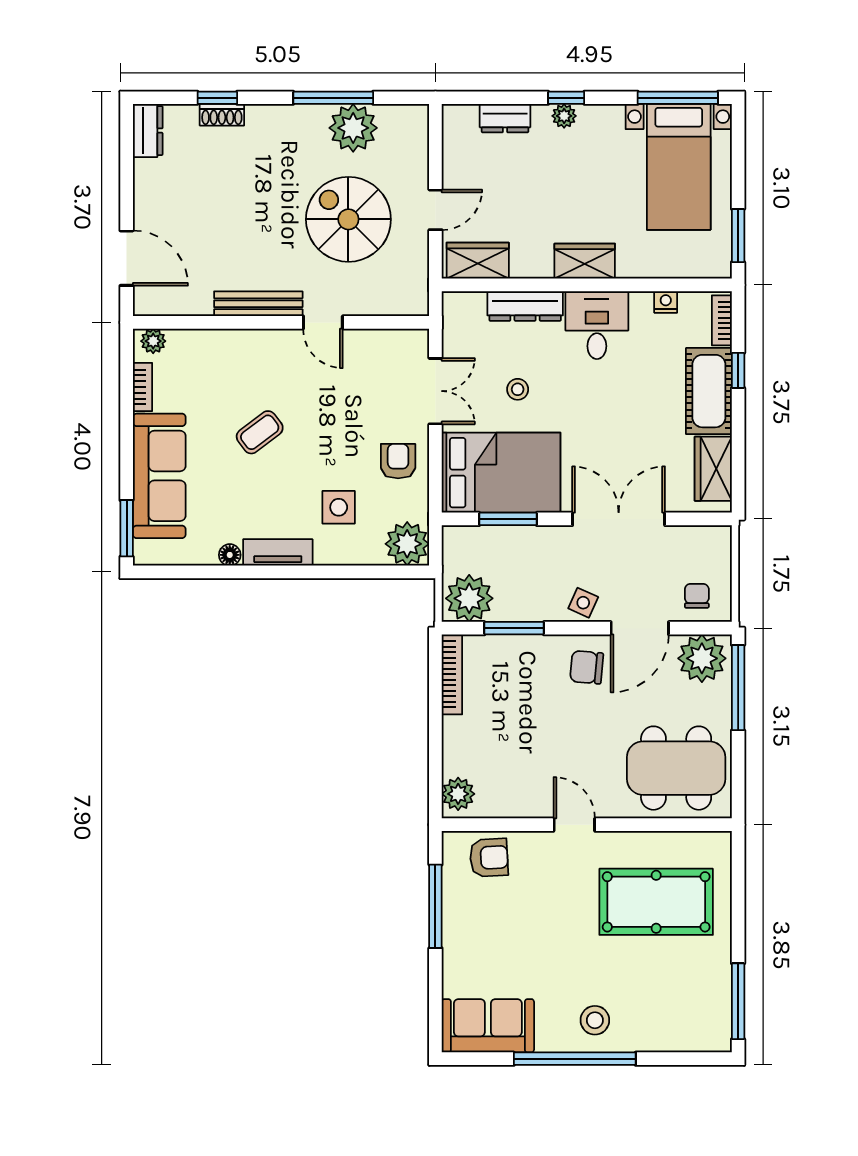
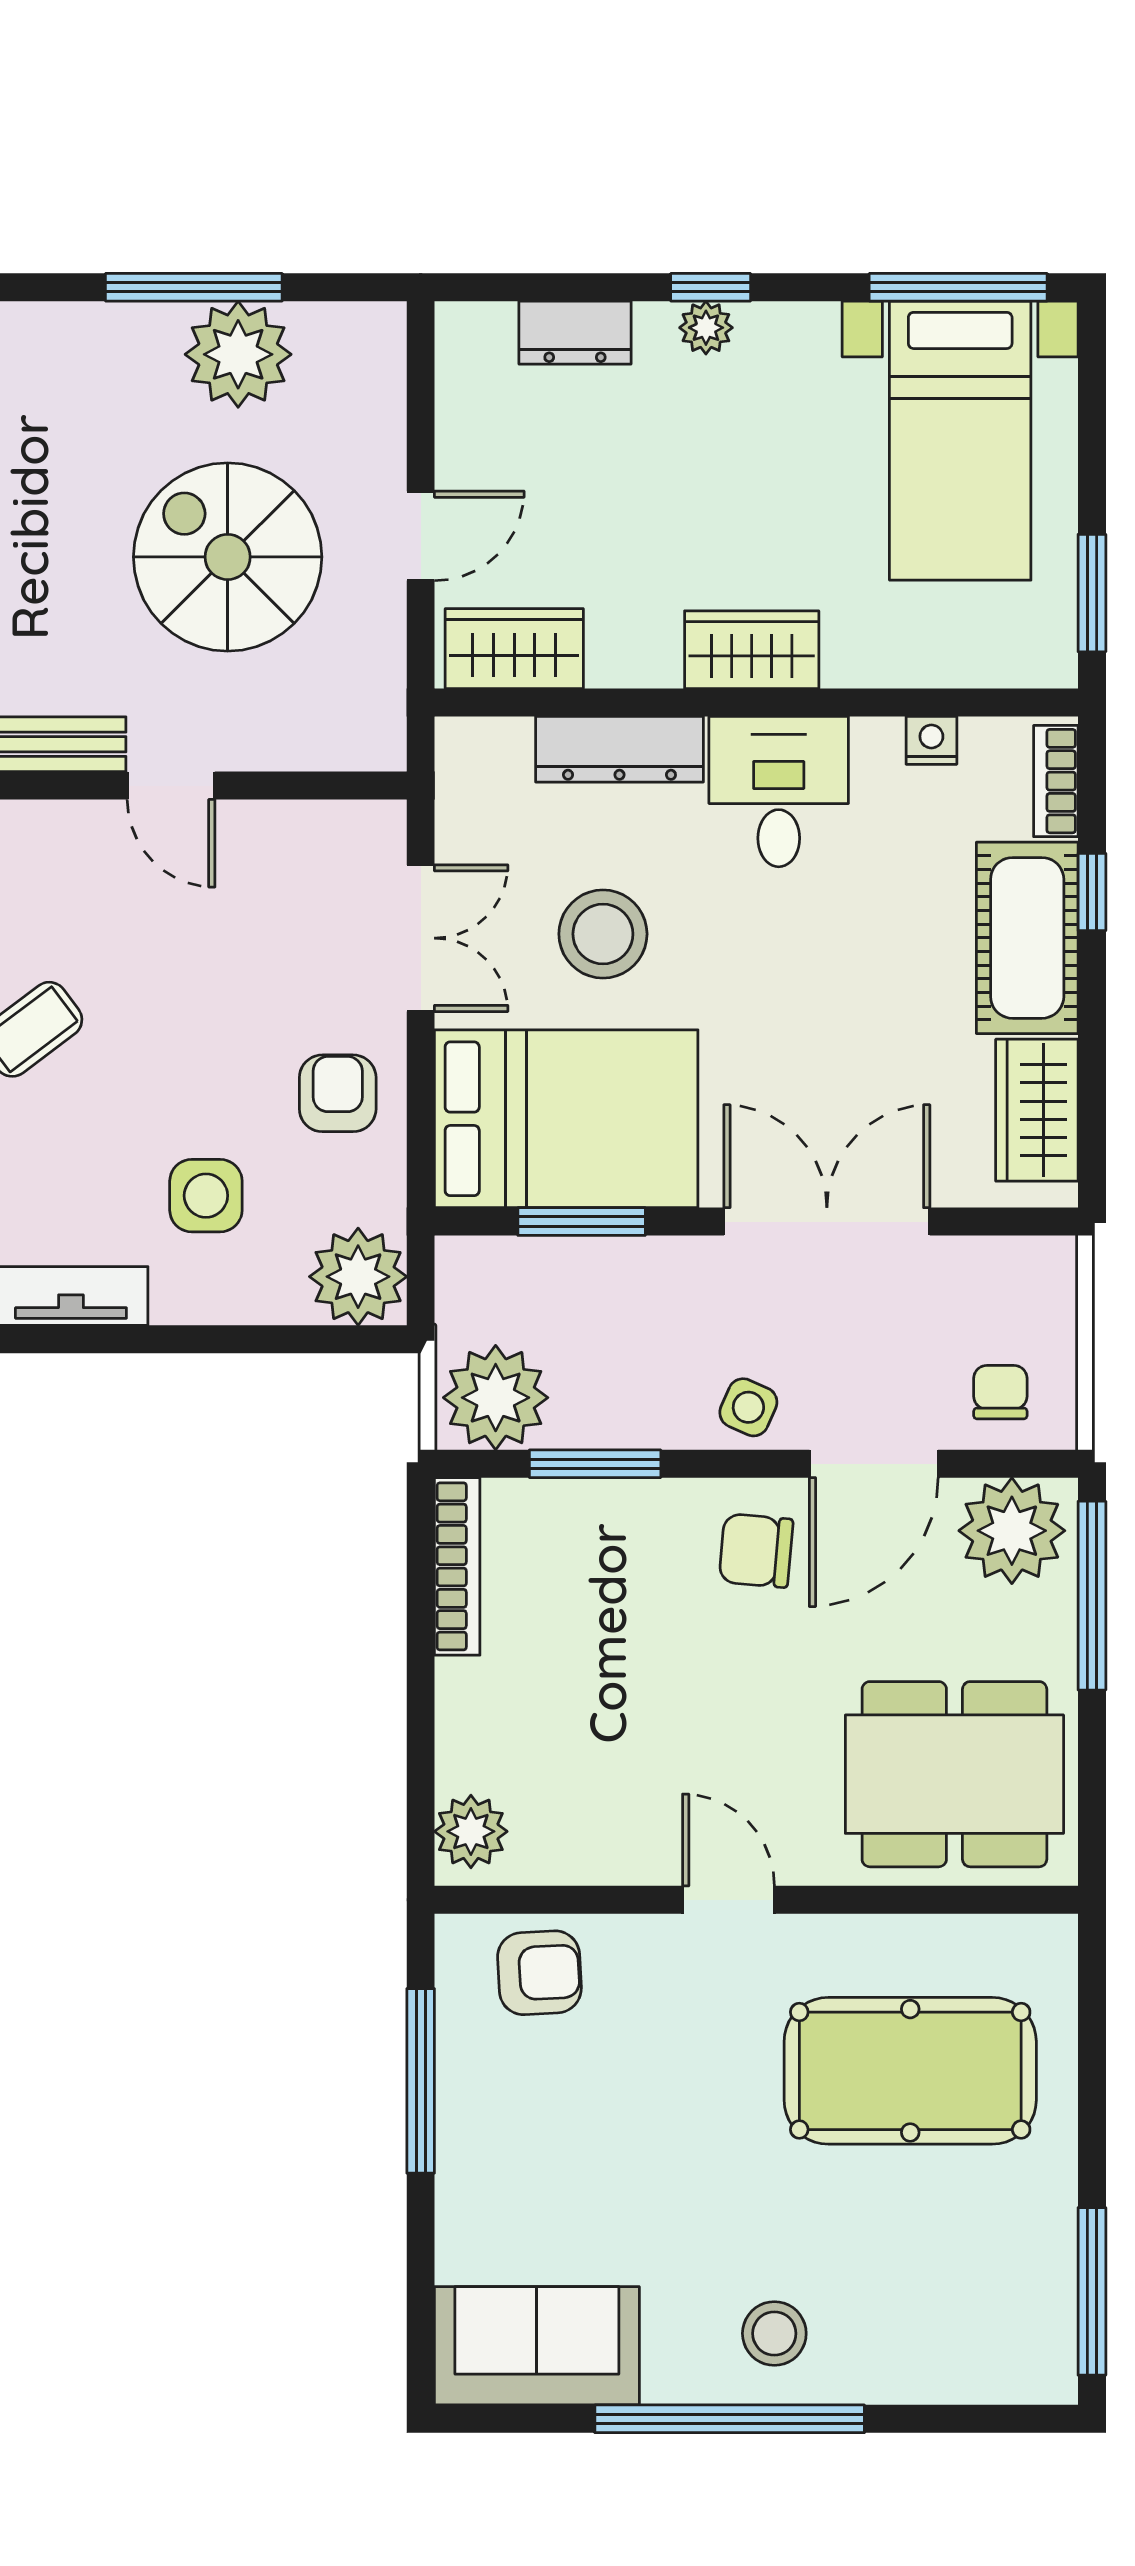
stool: (518, 389) -> (603, 934), width x1.89, depth x1.89

